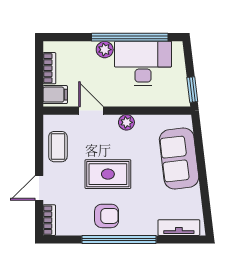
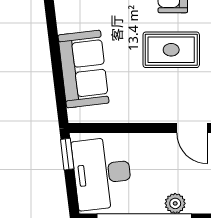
desk: (143, 63) -> (102, 173), moved, turned 83
plant: (126, 122) -> (148, 114), removed

